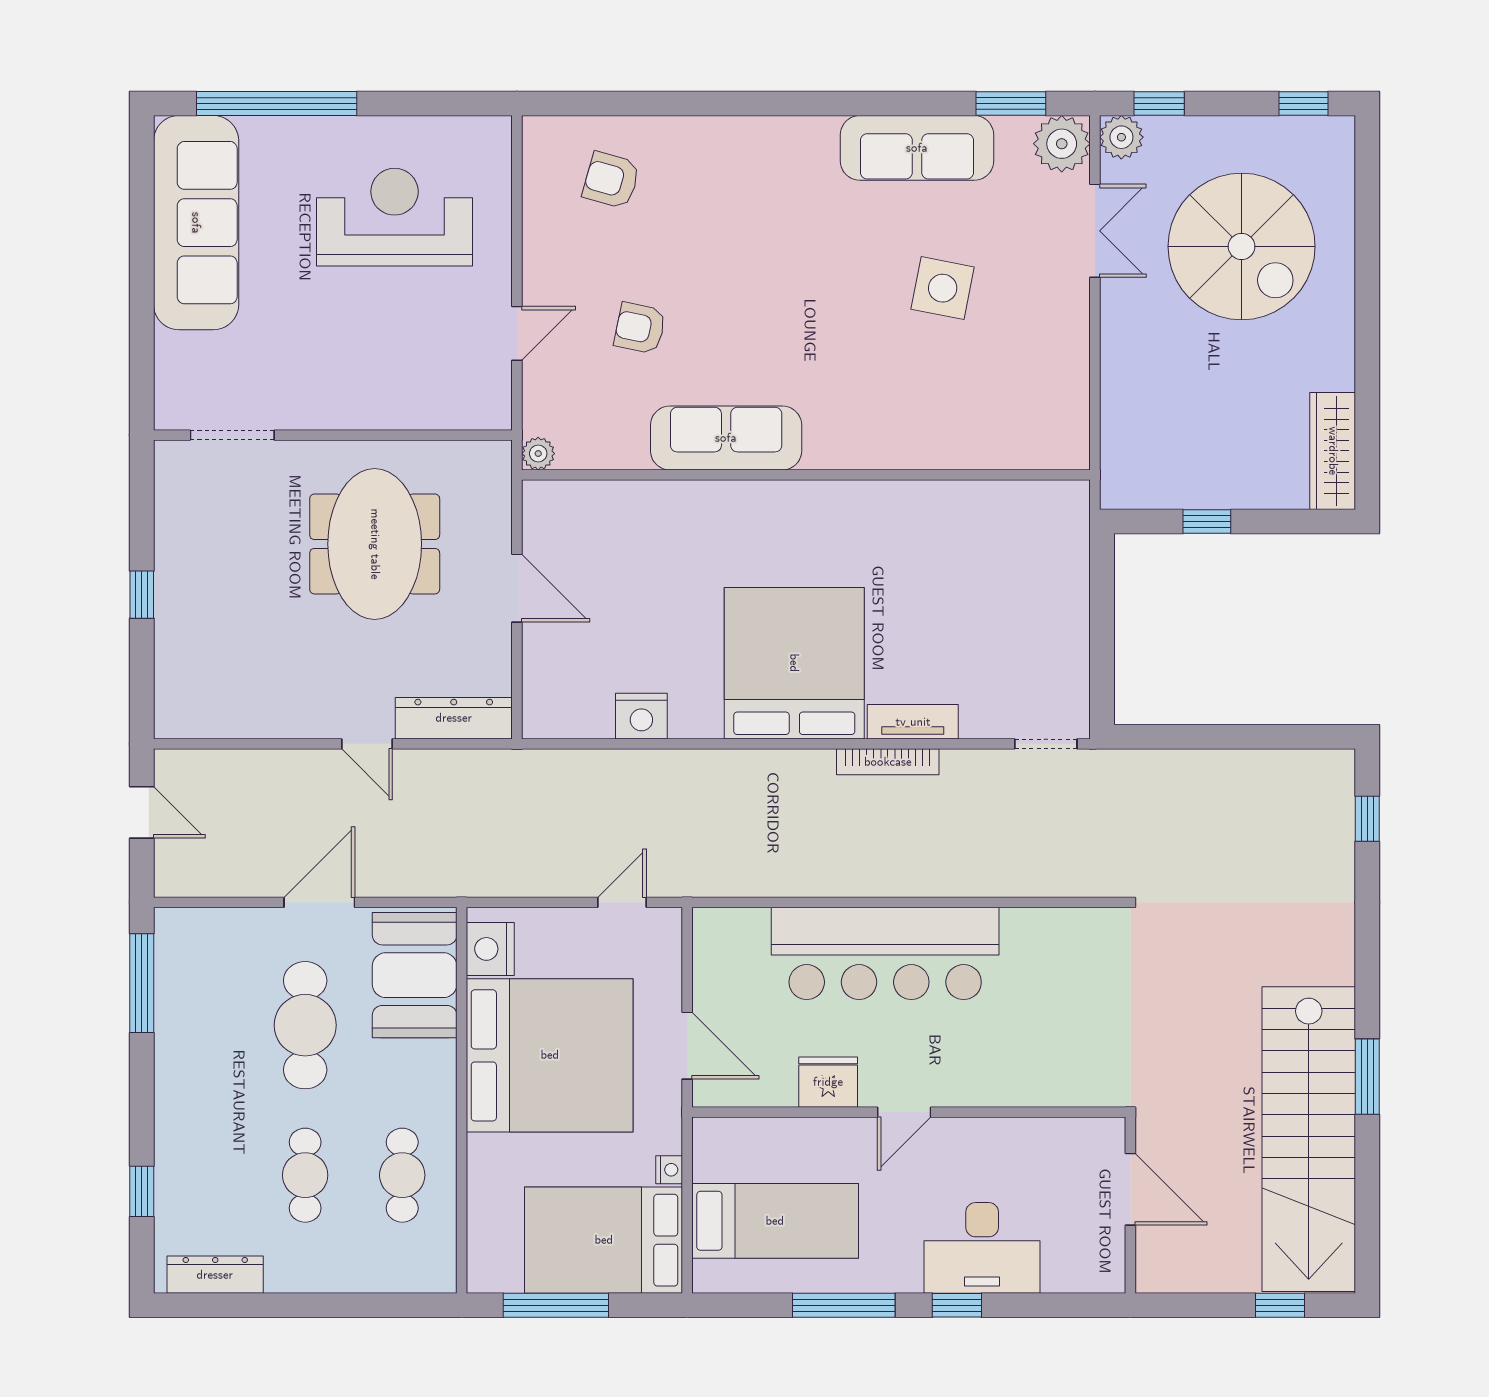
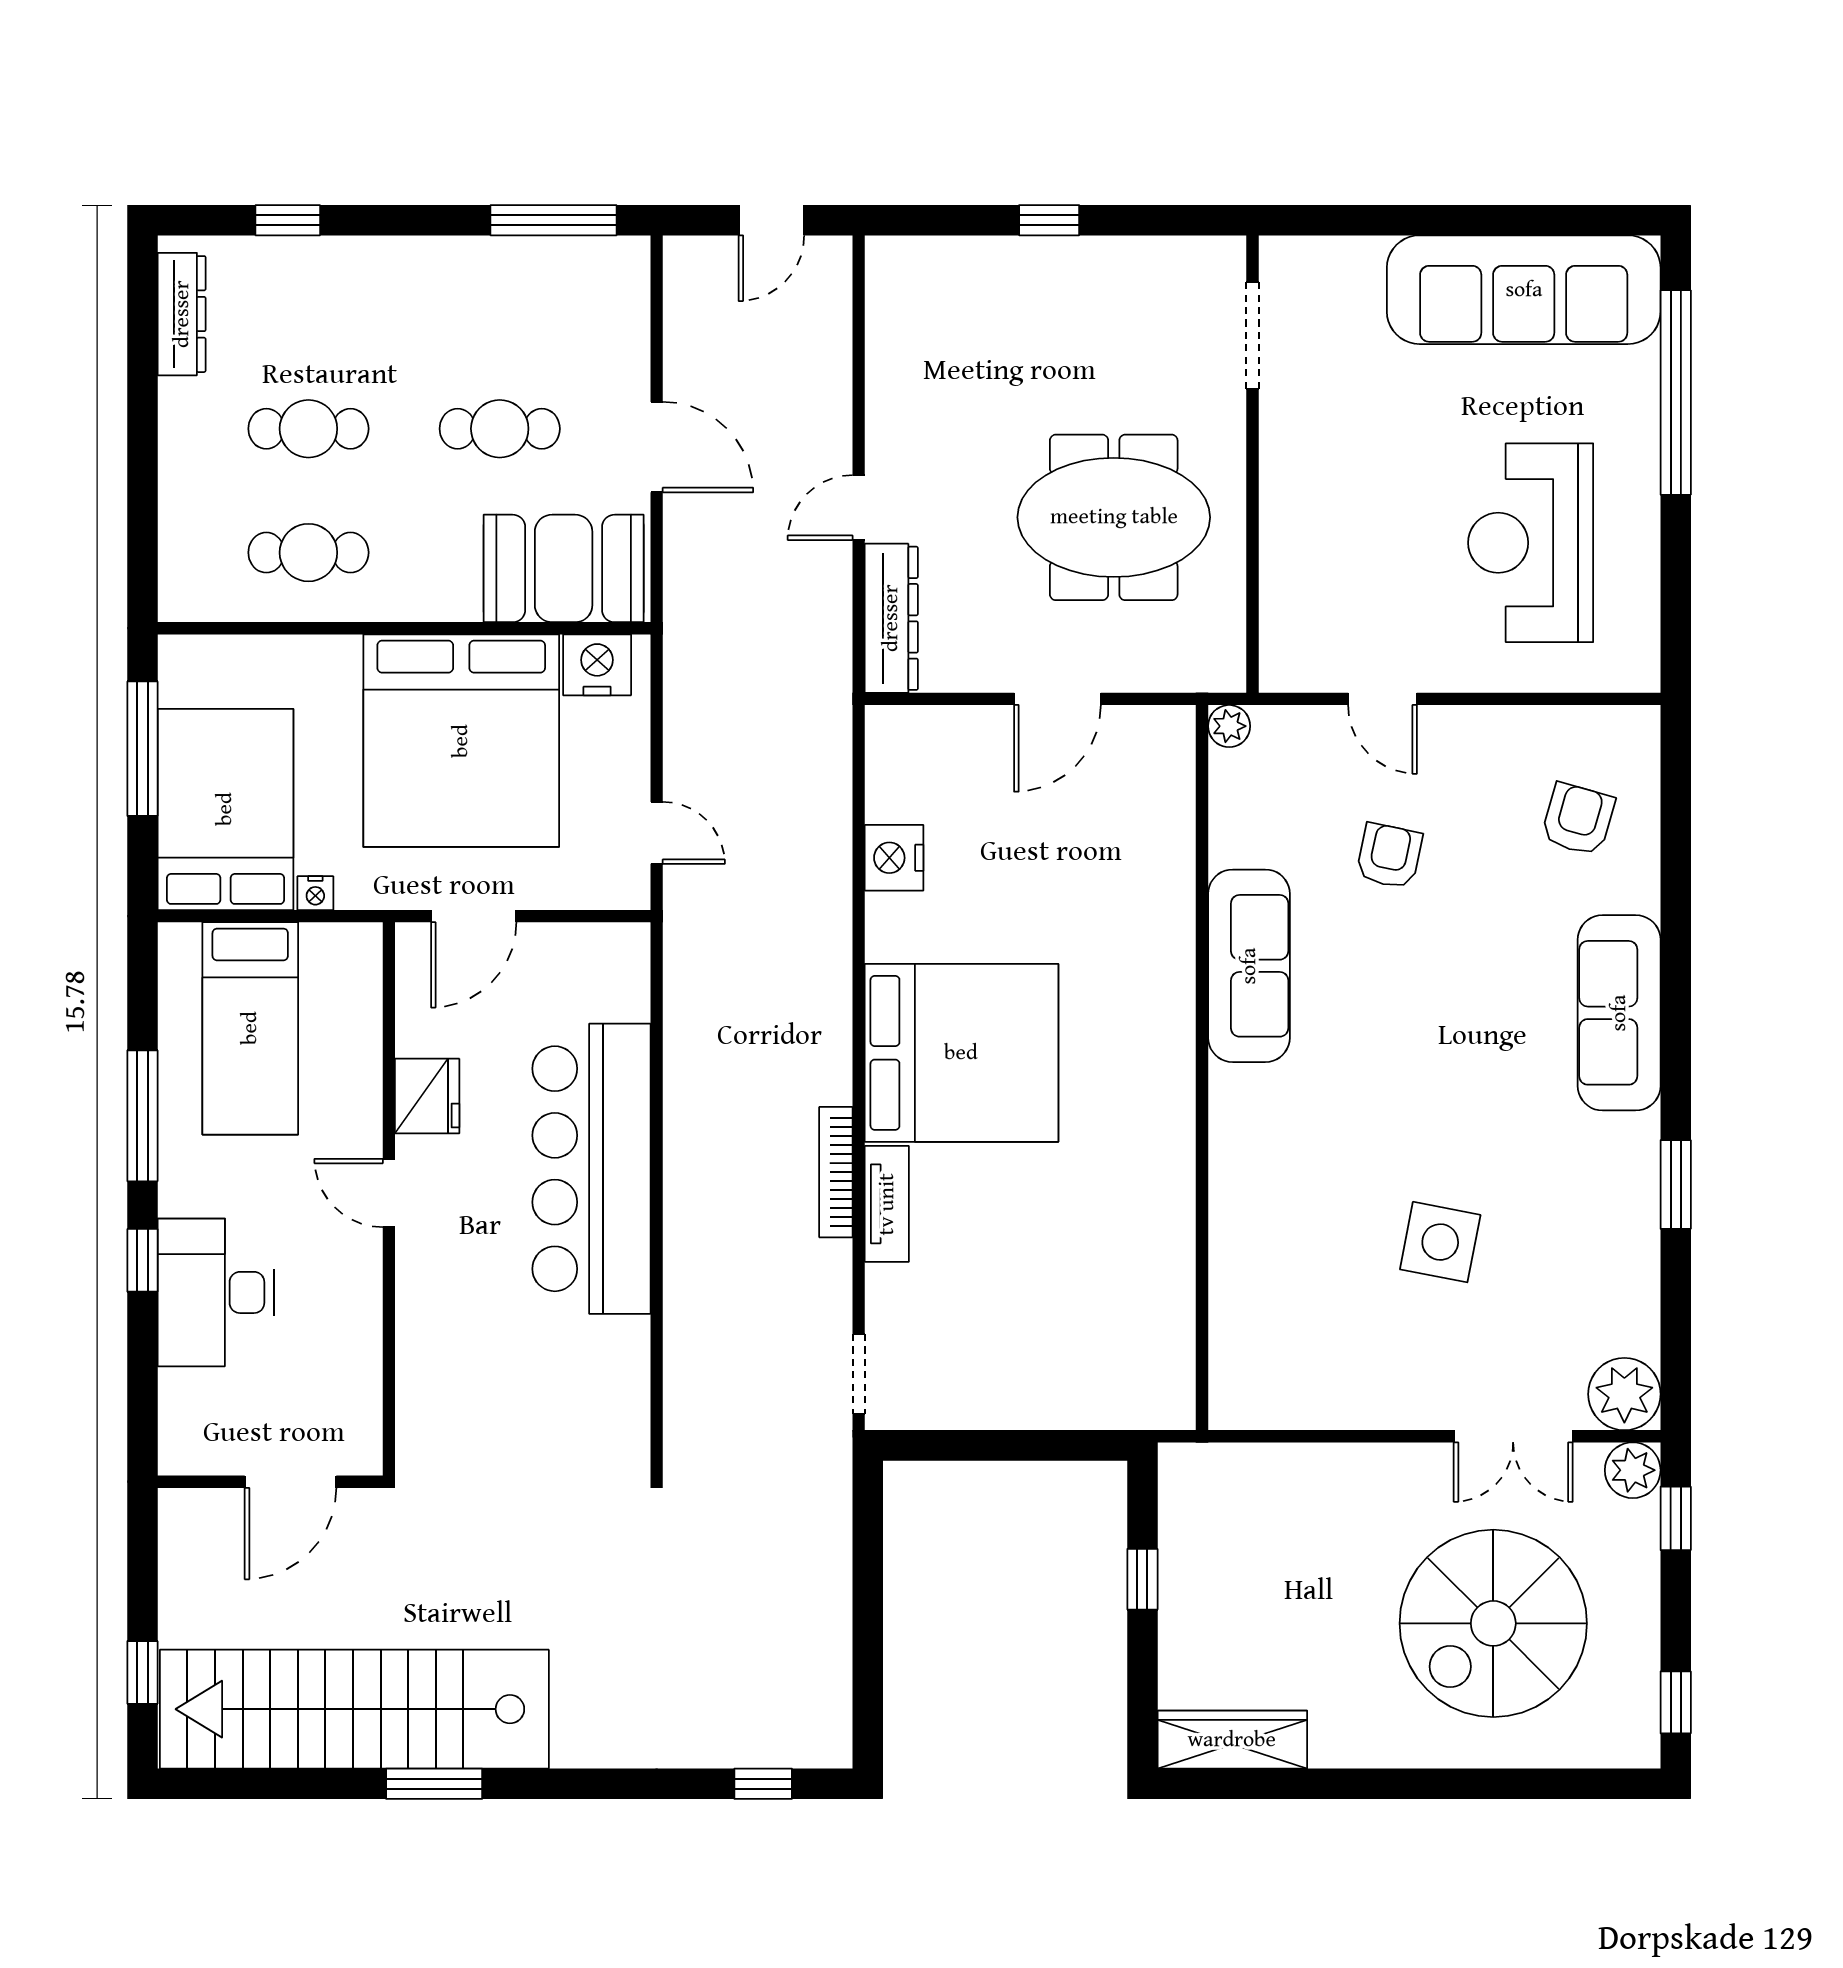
window: (1011, 103) -> (1676, 1185), moved
sofa: (917, 148) -> (1619, 1013), moved
reception desk: (395, 217) -> (1531, 543), turned 180
cafe table: (305, 1025) -> (500, 429), width x0.73, depth x0.74

